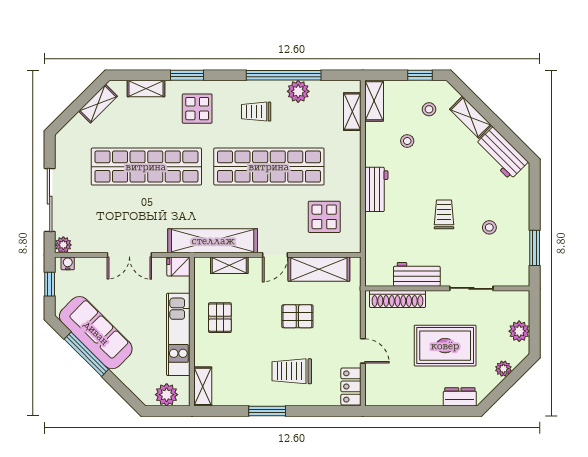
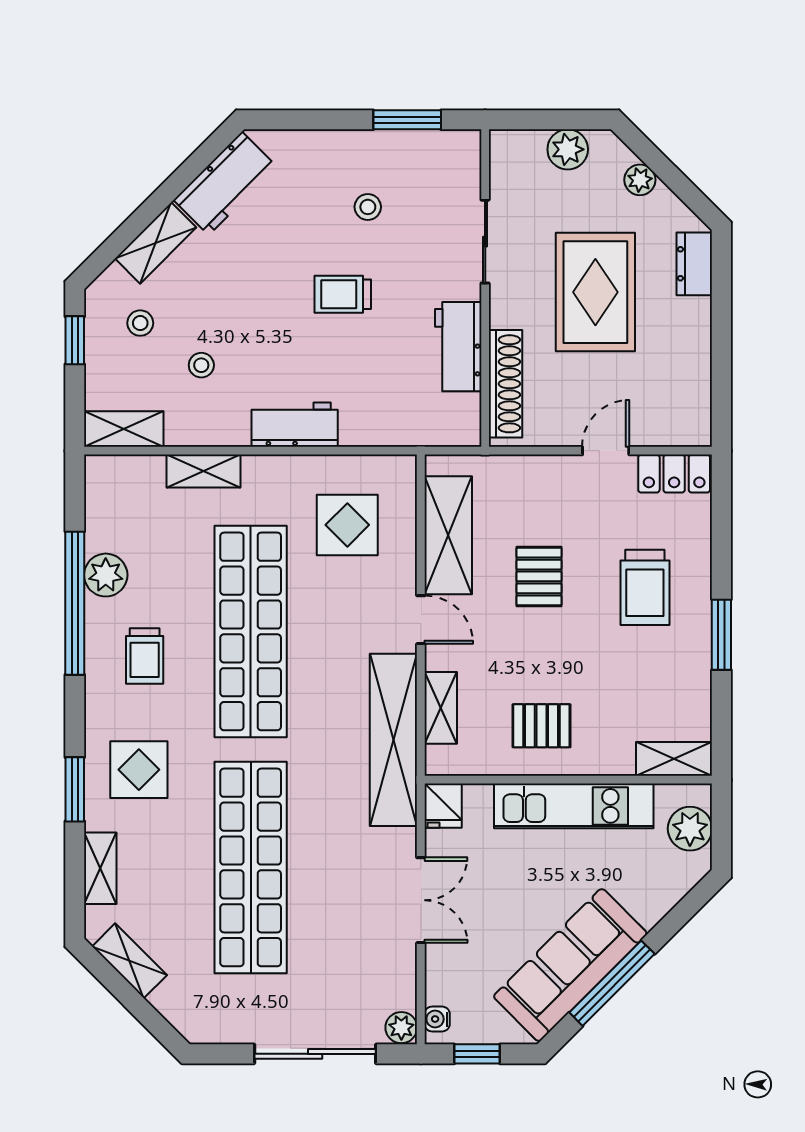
shelving: (352, 112) -> (203, 471), moved

